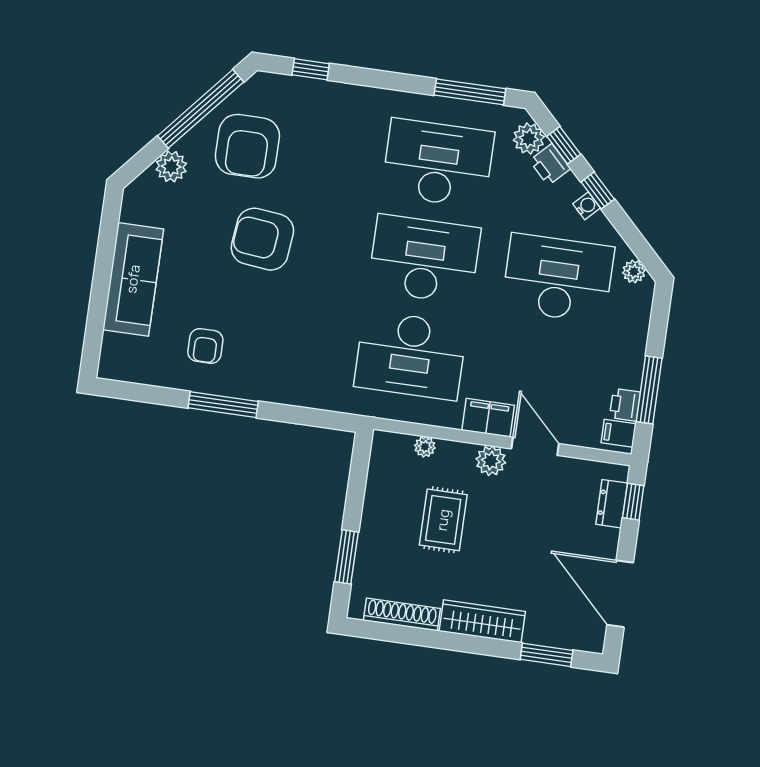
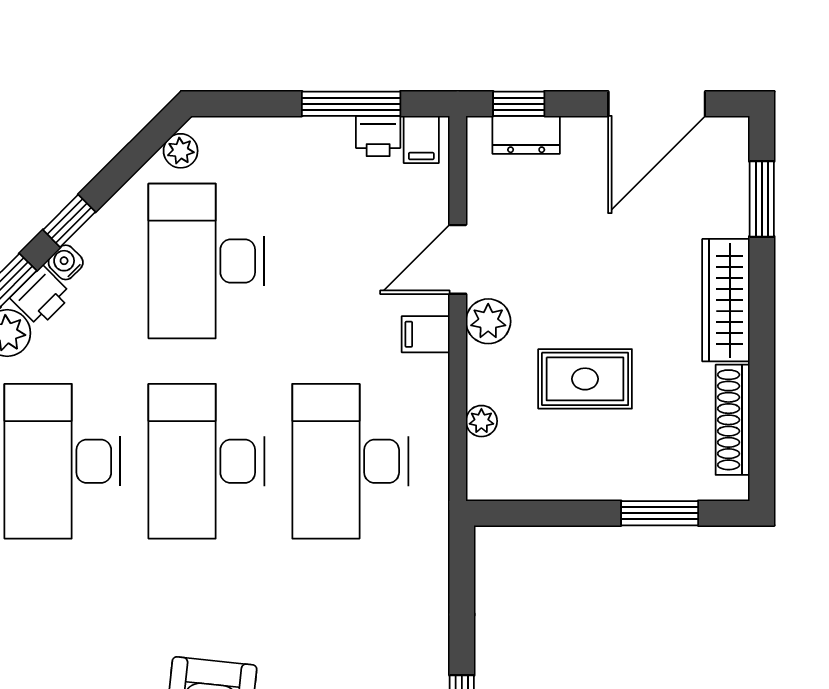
water cooler: (587, 206) -> (66, 262), moved
desk: (411, 355) -> (350, 461), turned 180
filing cabinet: (488, 418) -> (426, 334), width x0.50

